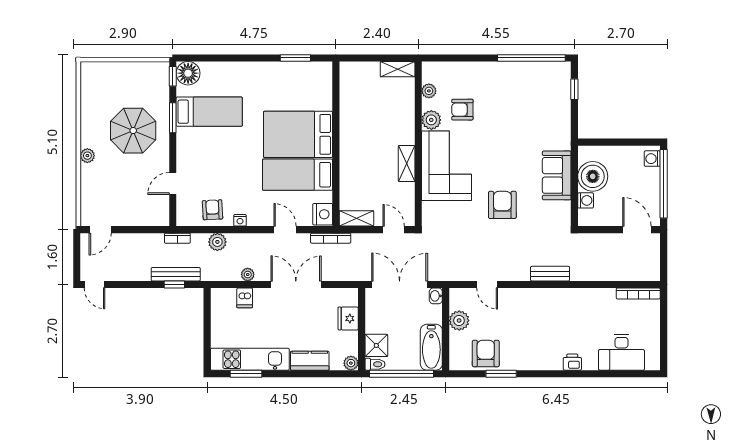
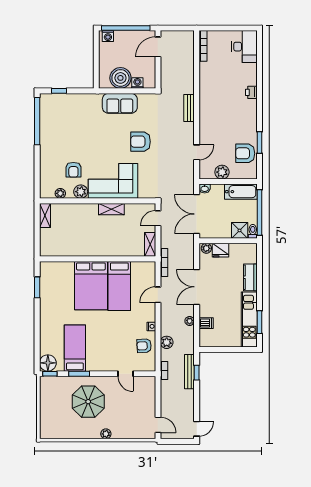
nightstand: (323, 214) -> (147, 268), removed
desk: (622, 352) -> (244, 47), moved
plant: (351, 363) -> (206, 248), moved

